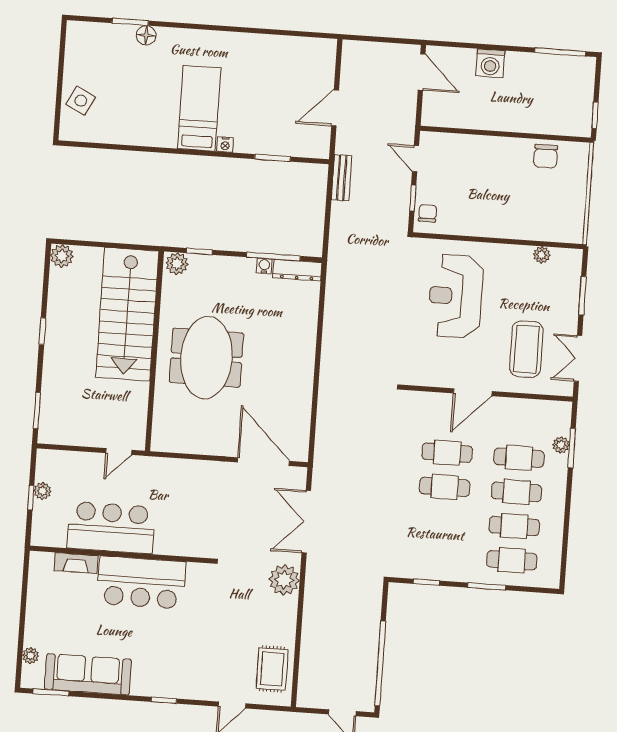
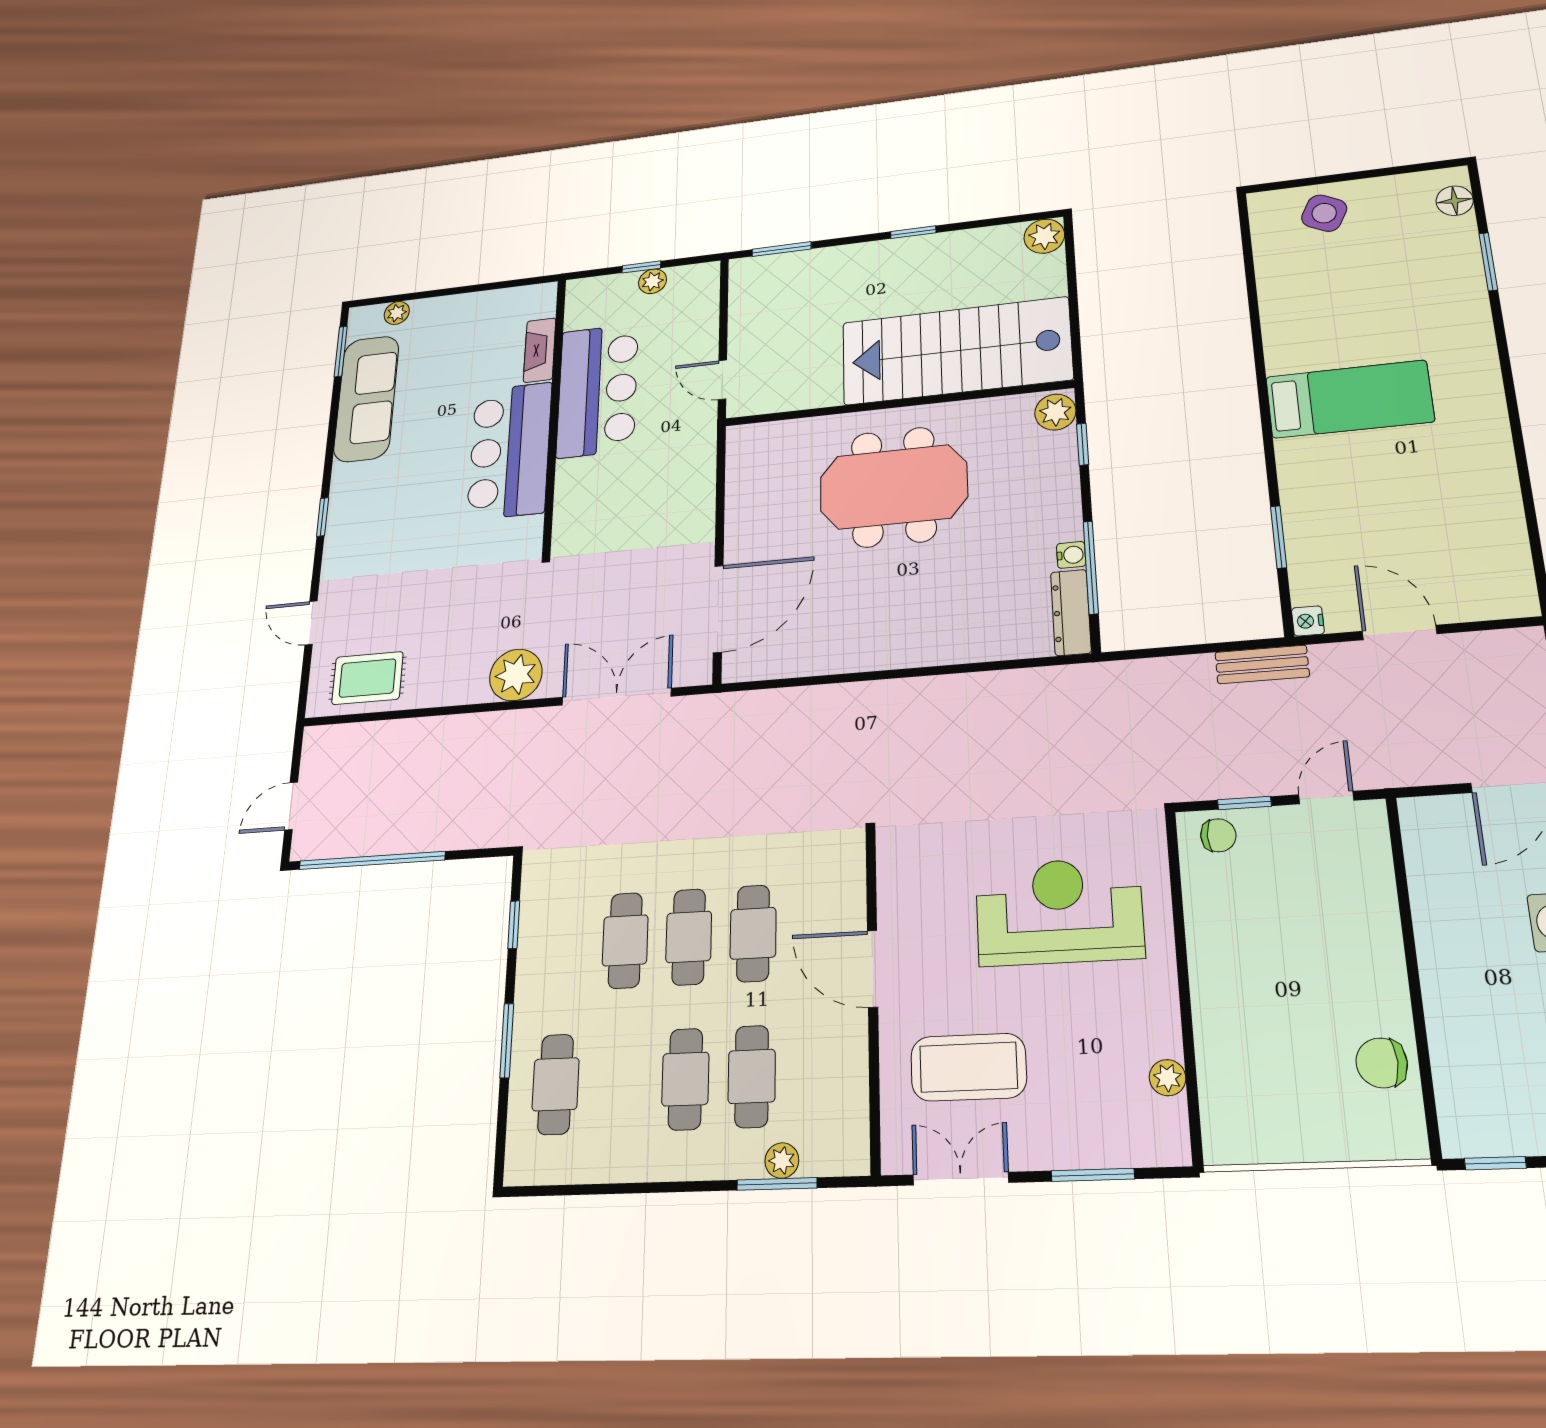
floor lamp: (146, 35) -> (1455, 201), moved
nightstand: (225, 144) -> (1308, 621), moved
cafe table: (514, 526) -> (625, 940), moved

